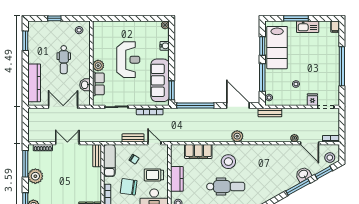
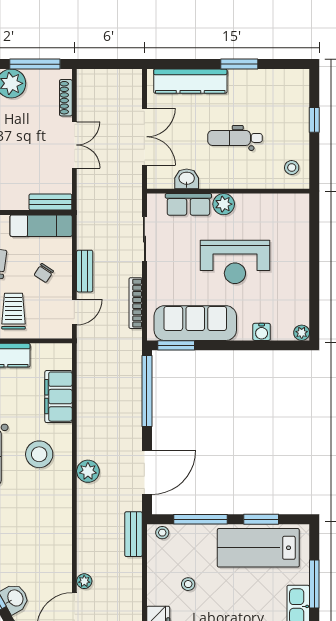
window: (25, 41) -> (239, 64), moved

